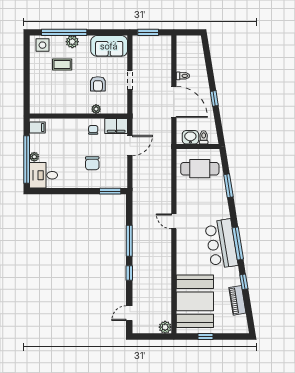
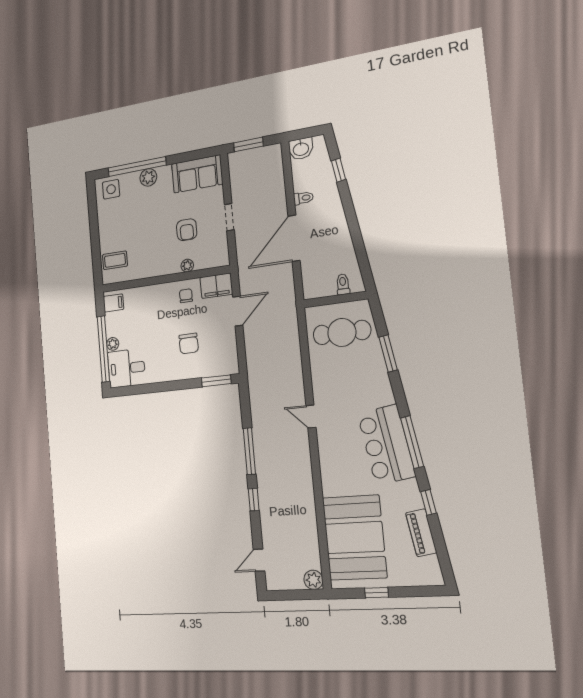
coffee table: (62, 65) -> (115, 260), moved
window: (214, 98) -> (338, 170), moved
door: (174, 102) -> (294, 238), swing flipped
washbasin: (190, 137) -> (301, 149), moved, turned 180

